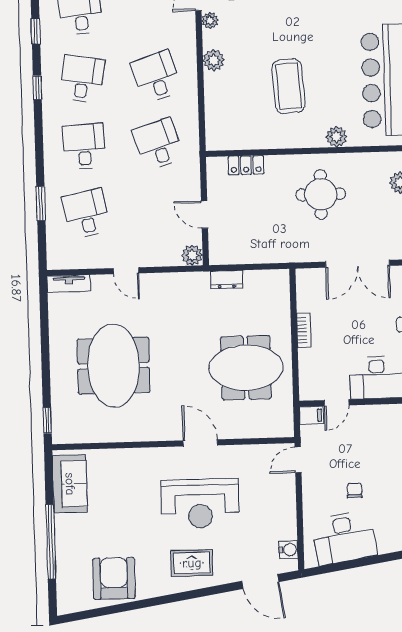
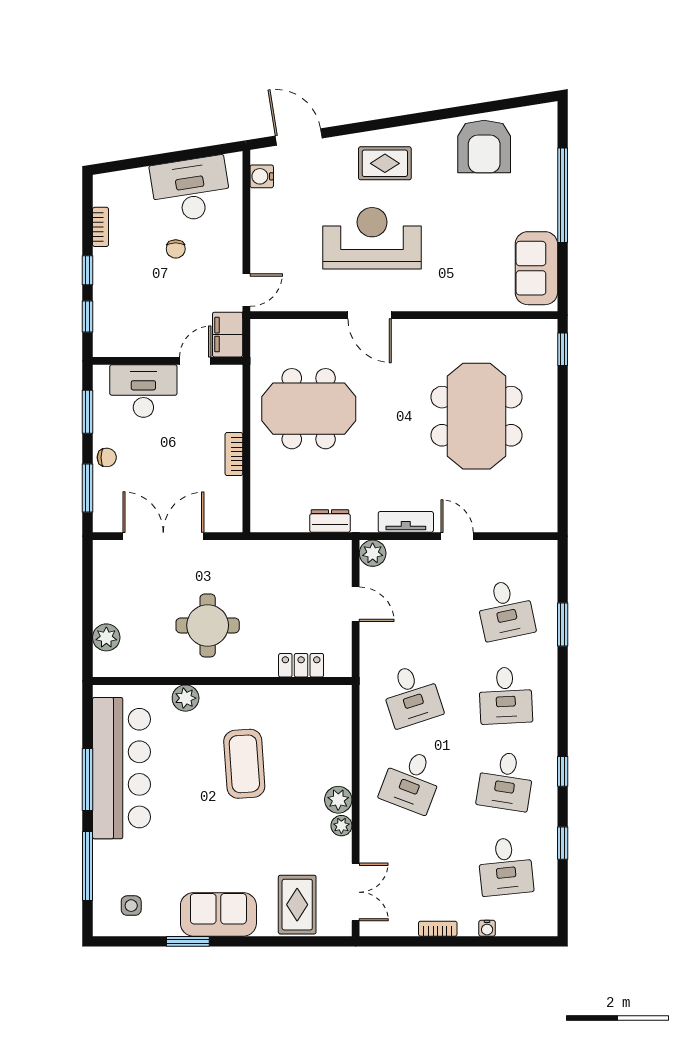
plant: (210, 20) -> (341, 826), moved
desk: (156, 77) -> (411, 781), turned 39
tv unit: (69, 284) -> (406, 522), moved
filing cabinet: (311, 415) -> (228, 335), width x2.00

